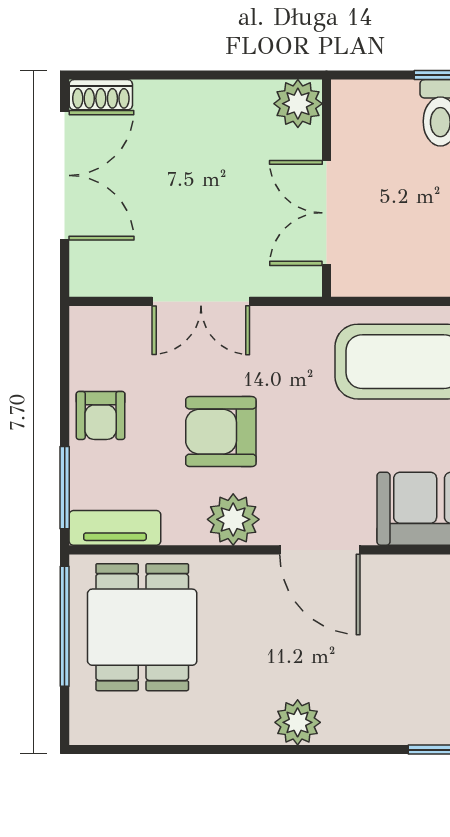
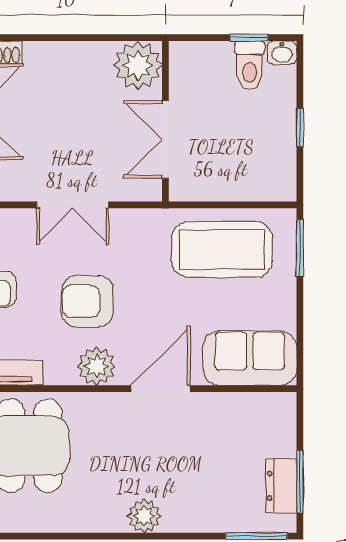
plant: (298, 104) -> (138, 65), width x1.36, depth x1.36
door: (320, 550) -> (161, 389), swing flipped

